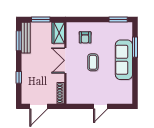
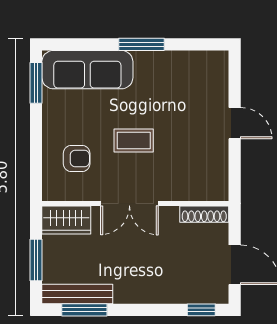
window: (135, 47) -> (141, 44), moved
sofa: (124, 60) -> (87, 70), moved
window: (19, 77) -> (201, 310), moved

